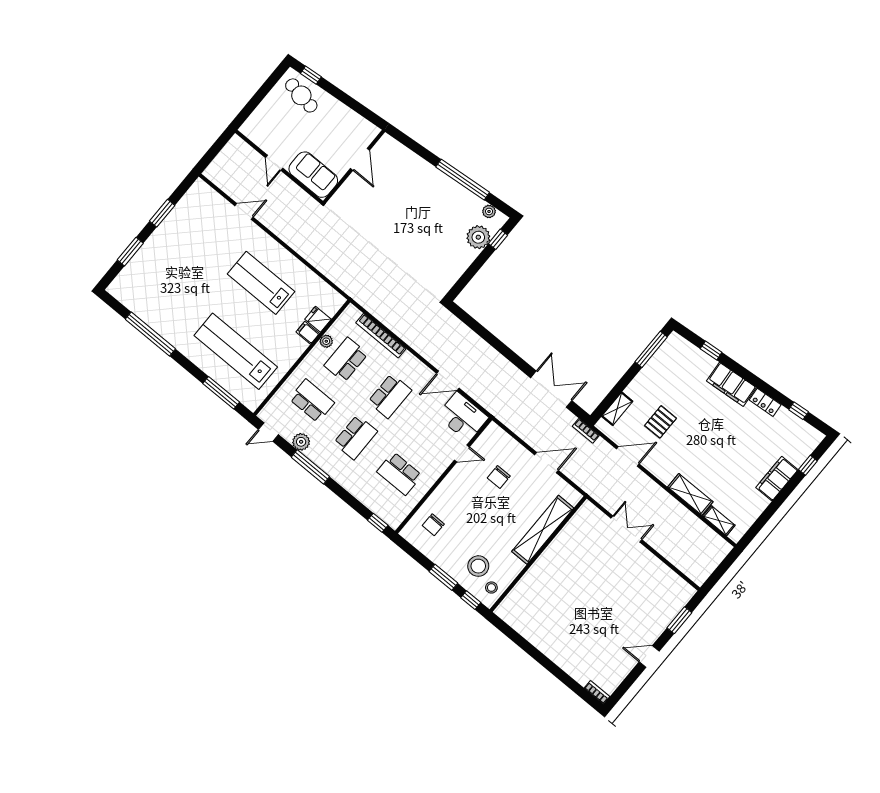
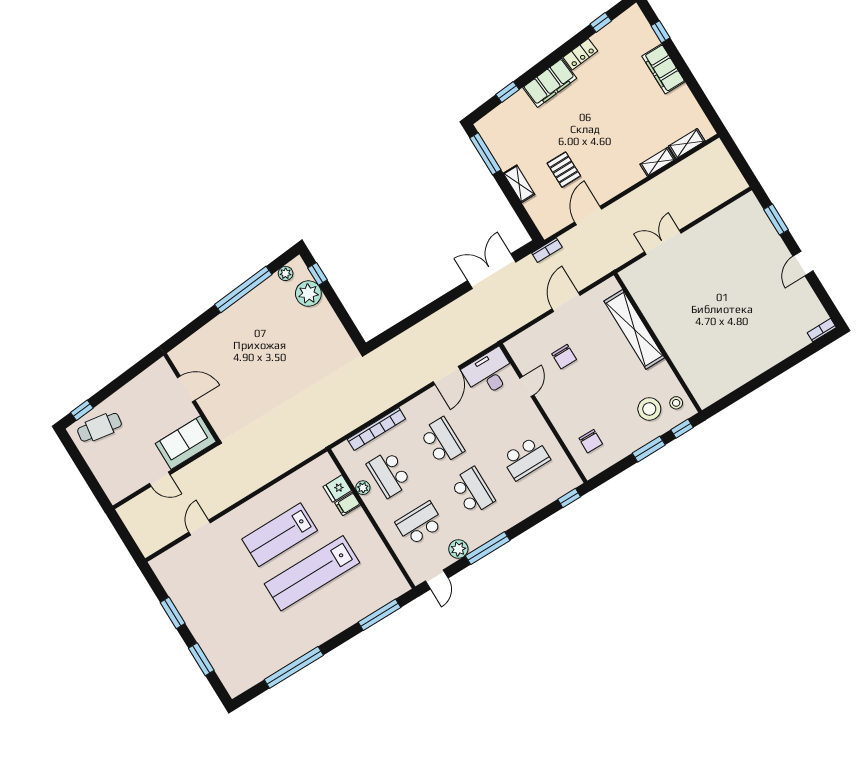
lab bench: (236, 351) -> (312, 573), moved
shelving: (617, 409) -> (519, 184), moved
shelving: (690, 494) -> (658, 162), width x0.67, depth x0.75

